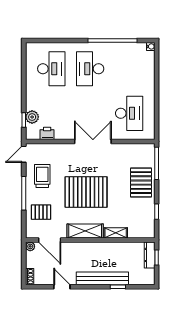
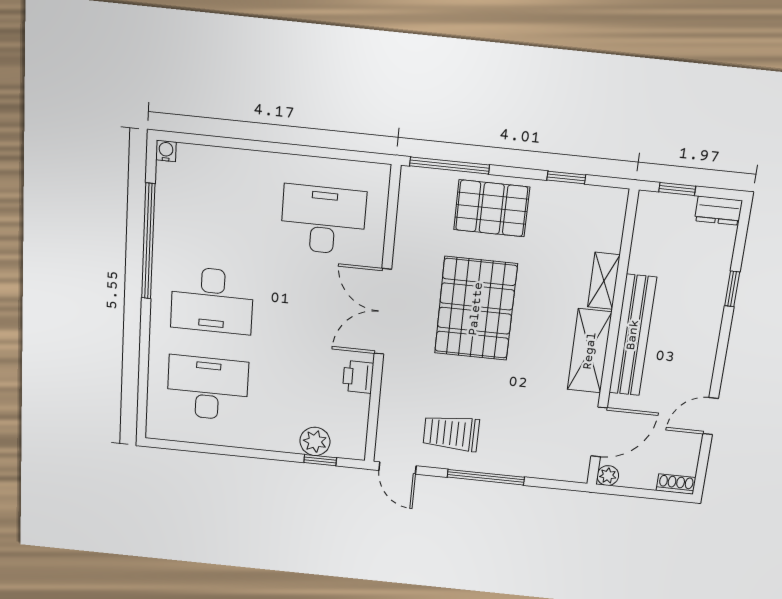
printer: (47, 133) -> (358, 377), moved
pallet: (86, 192) -> (476, 309), moved
pallet: (41, 212) -> (533, 444), removed
dresser: (150, 255) -> (718, 211), moved, width x0.70
bench: (102, 278) -> (633, 335), moved

